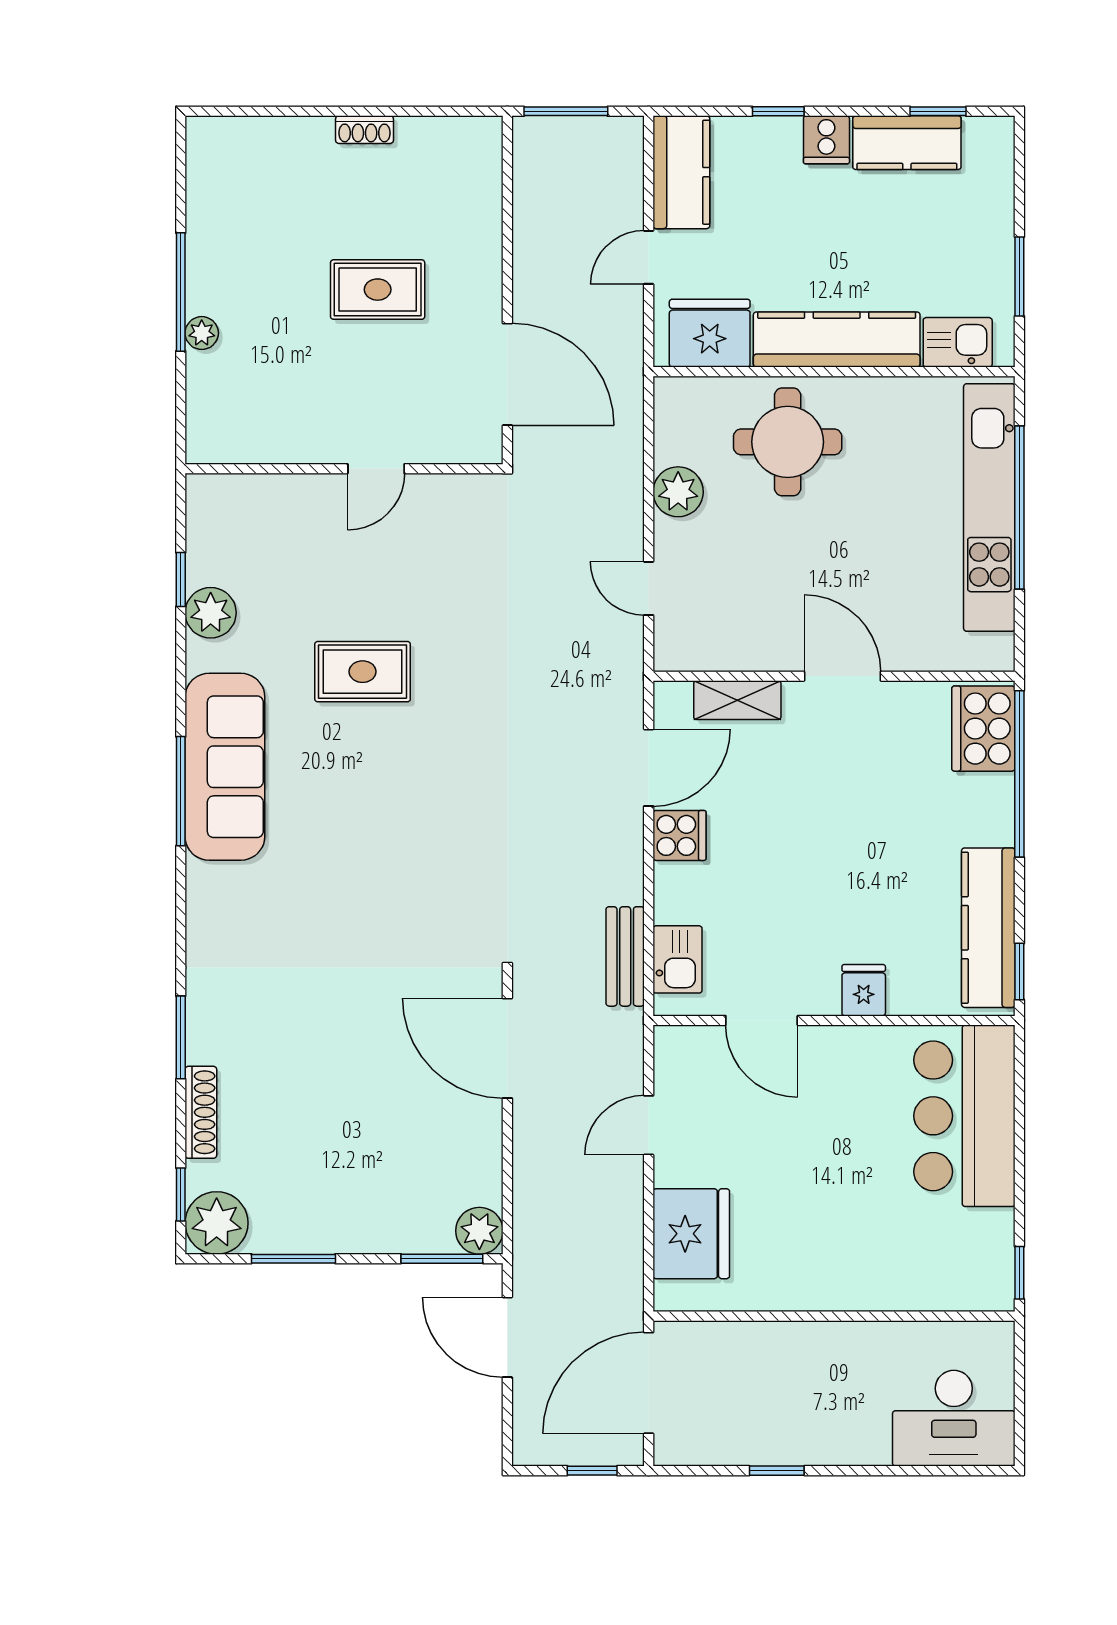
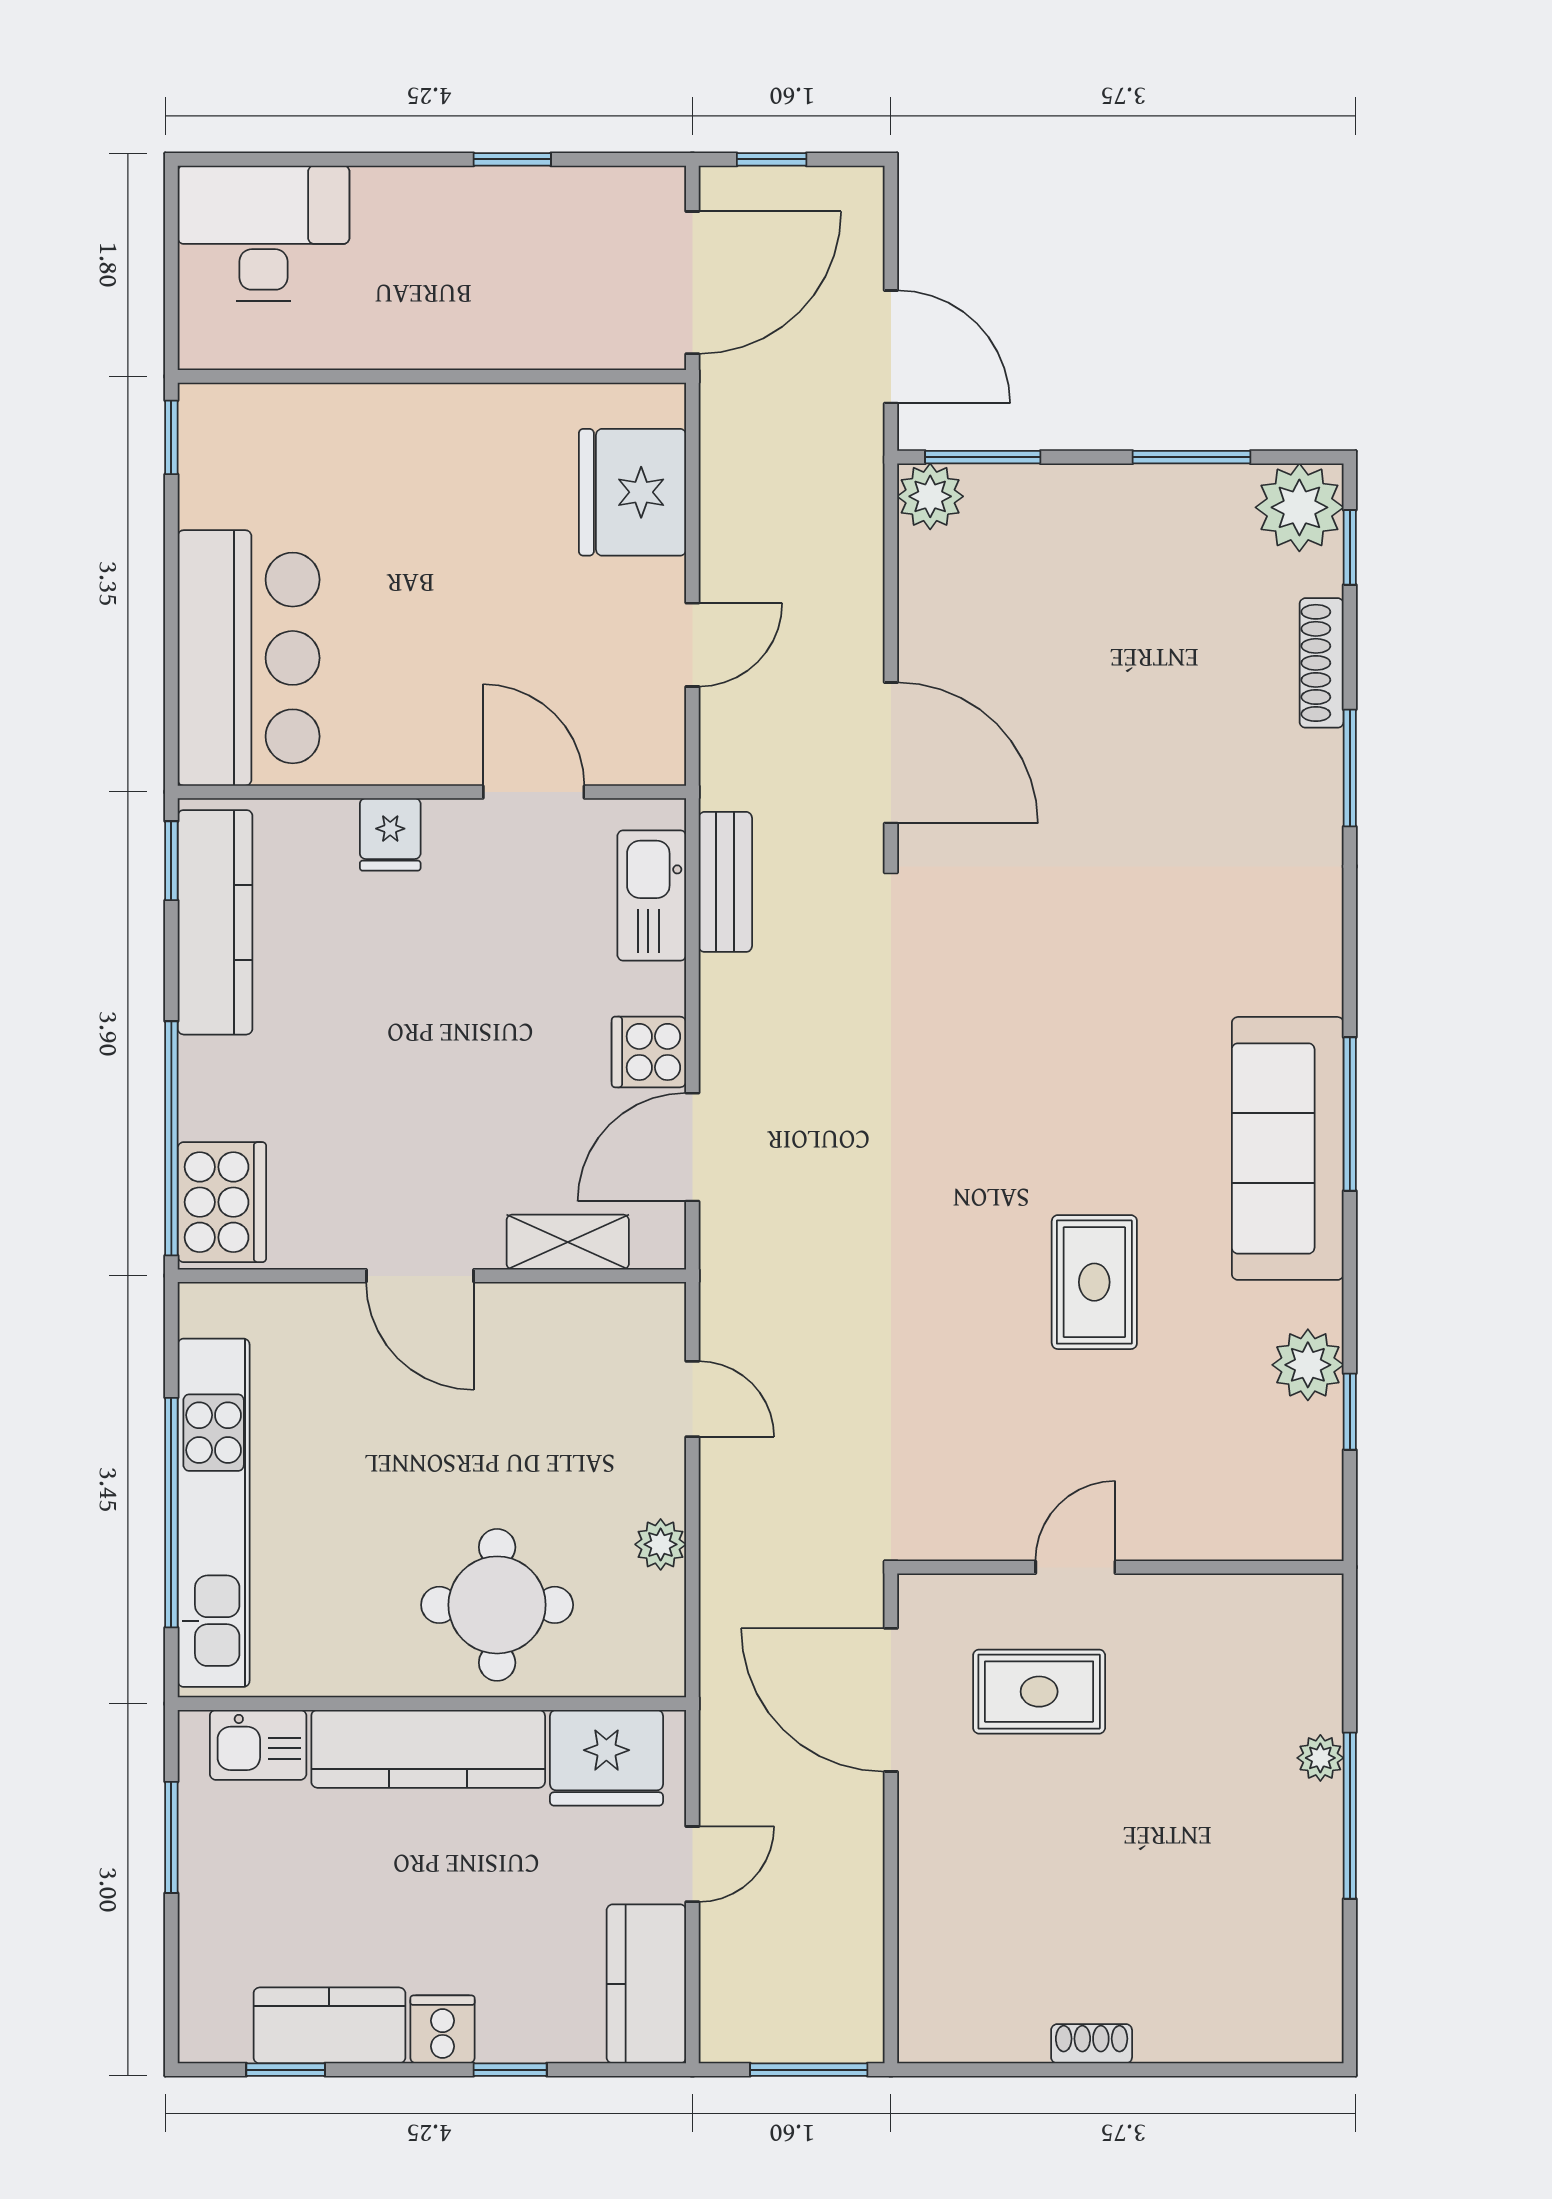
rug: (378, 290) -> (1039, 1692), moved
plant: (678, 492) -> (661, 1544), width x0.73, depth x0.73
rug: (363, 672) -> (1094, 1282), turned 90
kitchen sink: (678, 959) -> (652, 896), width x1.38

